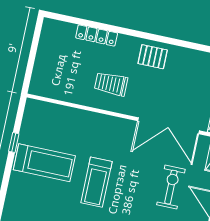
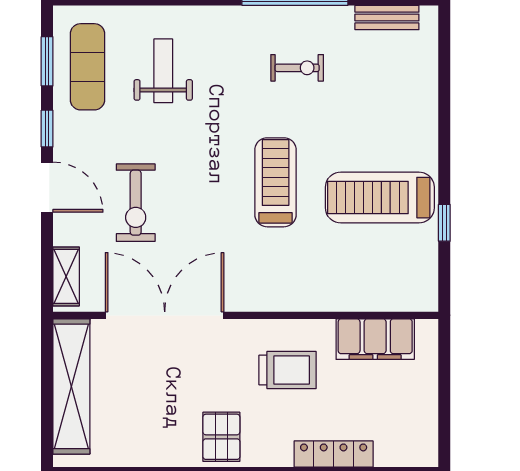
pallet: (153, 57) -> (221, 437), turned 90
filing cabinet: (62, 90) -> (375, 339), added

